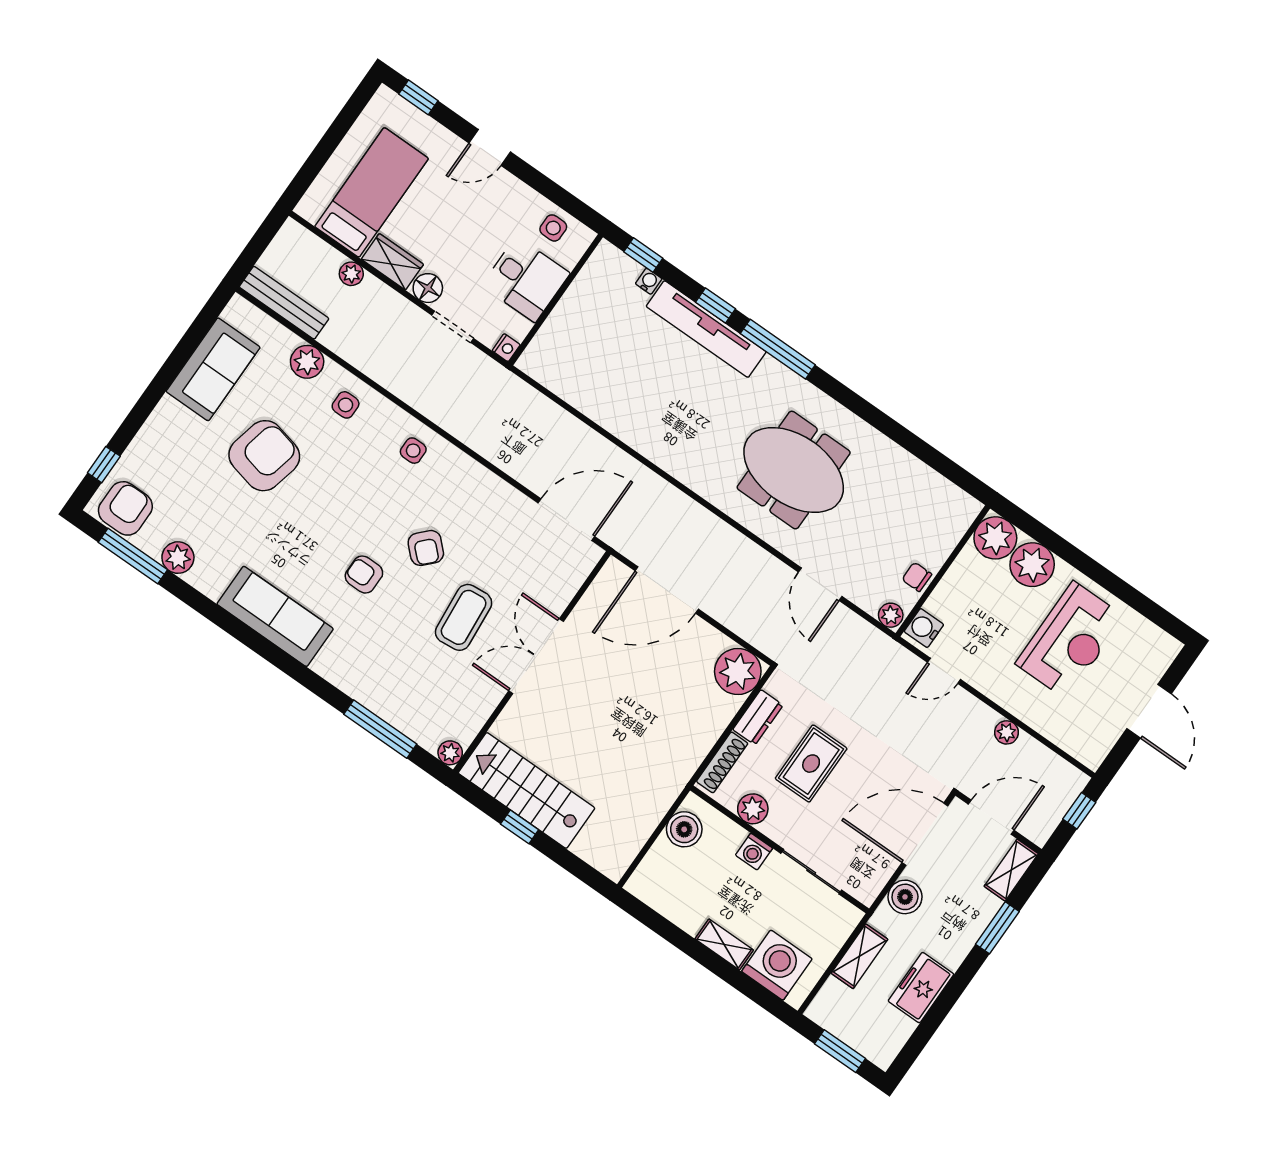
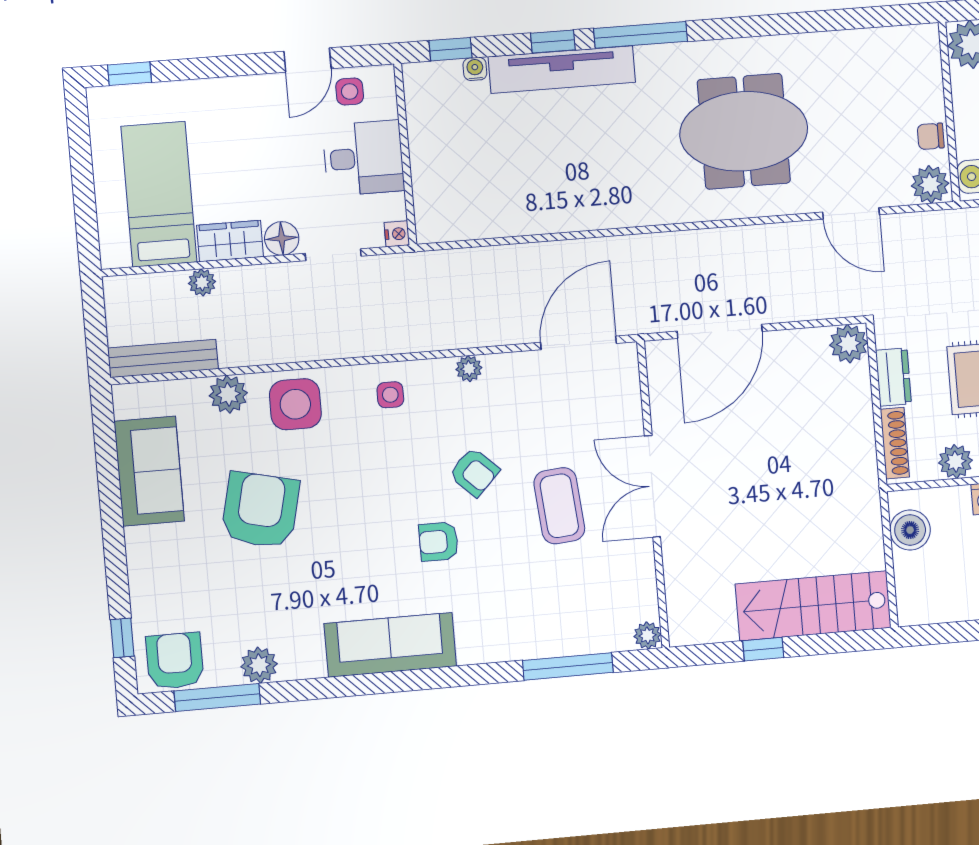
door: (490, 147) -> (308, 60), moved
side table: (346, 405) -> (295, 404), width x1.87, depth x1.87
plant: (480, 476) -> (469, 369), added
plant: (891, 615) -> (930, 185), width x1.38, depth x1.38
plant: (738, 672) -> (849, 344), width x0.73, depth x0.73
stairs: (526, 790) -> (813, 606), moved

